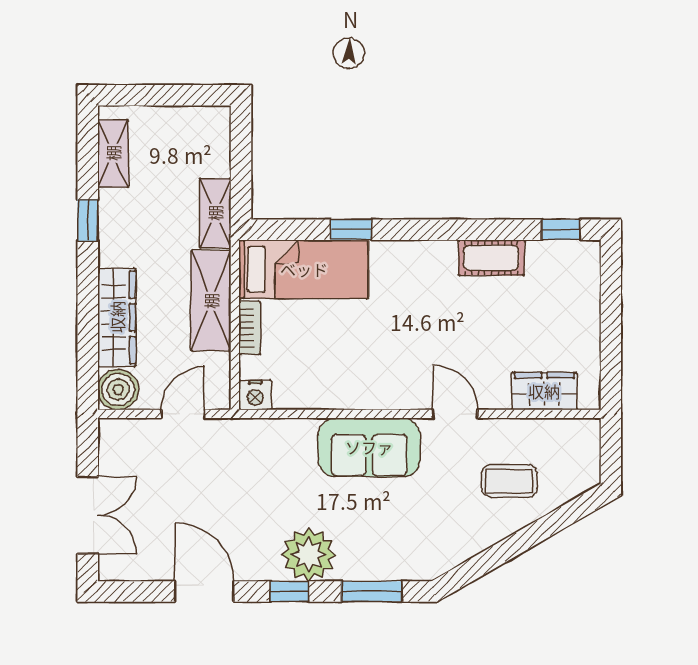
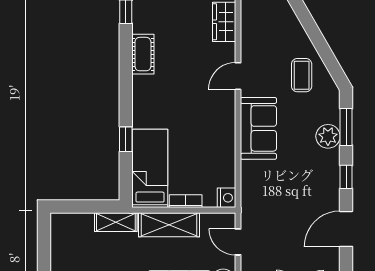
coffee table: (509, 481) -> (302, 75), moved
plant: (309, 555) -> (328, 136), moved, width x0.73, depth x0.73

